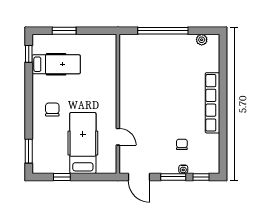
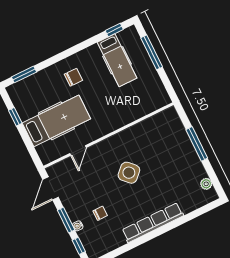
window: (64, 31) -> (152, 52), width x1.44
window: (163, 31) -> (197, 144), width x0.68
side table: (159, 102) -> (129, 173), added

